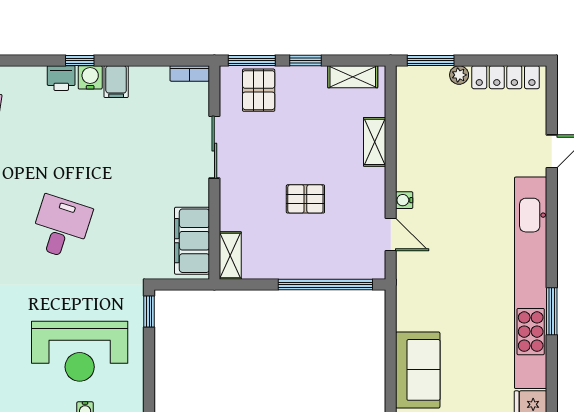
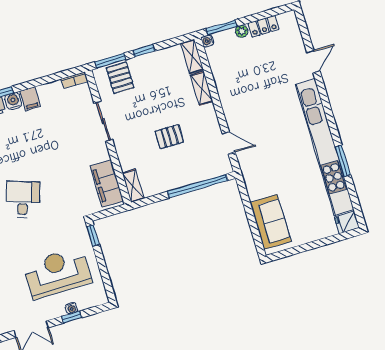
shelving: (353, 77) -> (192, 57), moved, turned 90
locker: (506, 77) -> (263, 26), width x0.66
water cooler: (404, 200) -> (207, 41), moved
reception desk: (80, 351) -> (57, 273), turned 180

